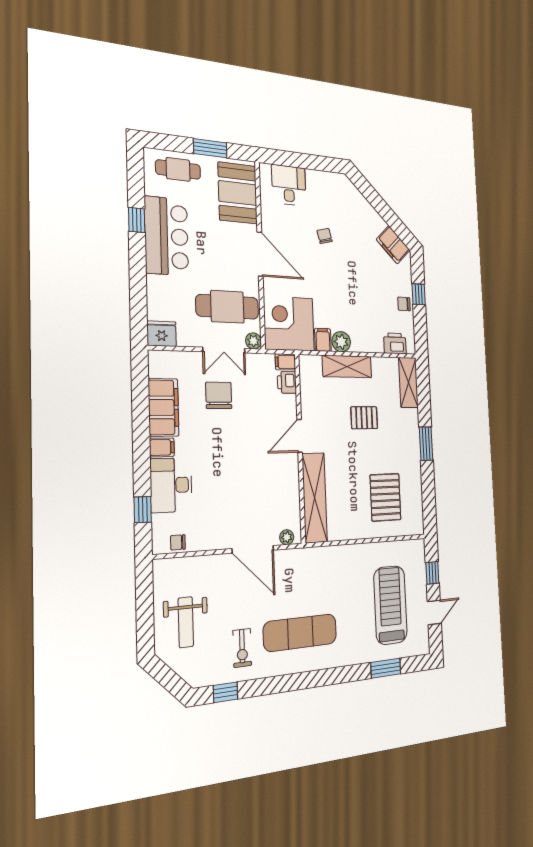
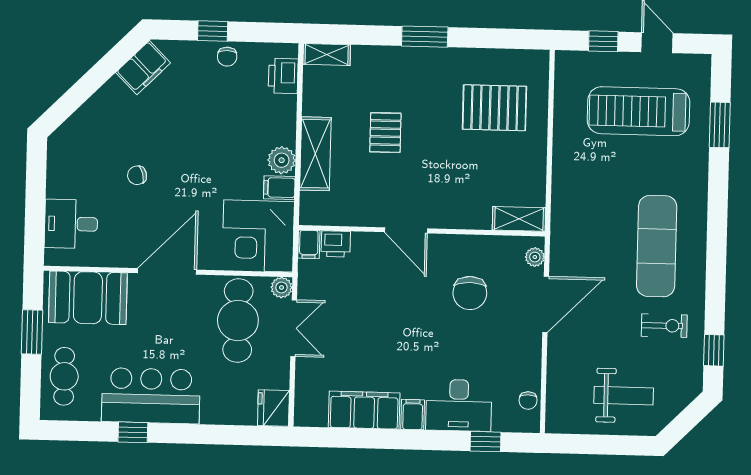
shelving: (408, 382) -> (327, 55), width x0.67, depth x0.75
chair: (219, 395) -> (470, 293), moved, turned -90
shelving: (315, 498) -> (519, 219), width x0.45, depth x0.75

